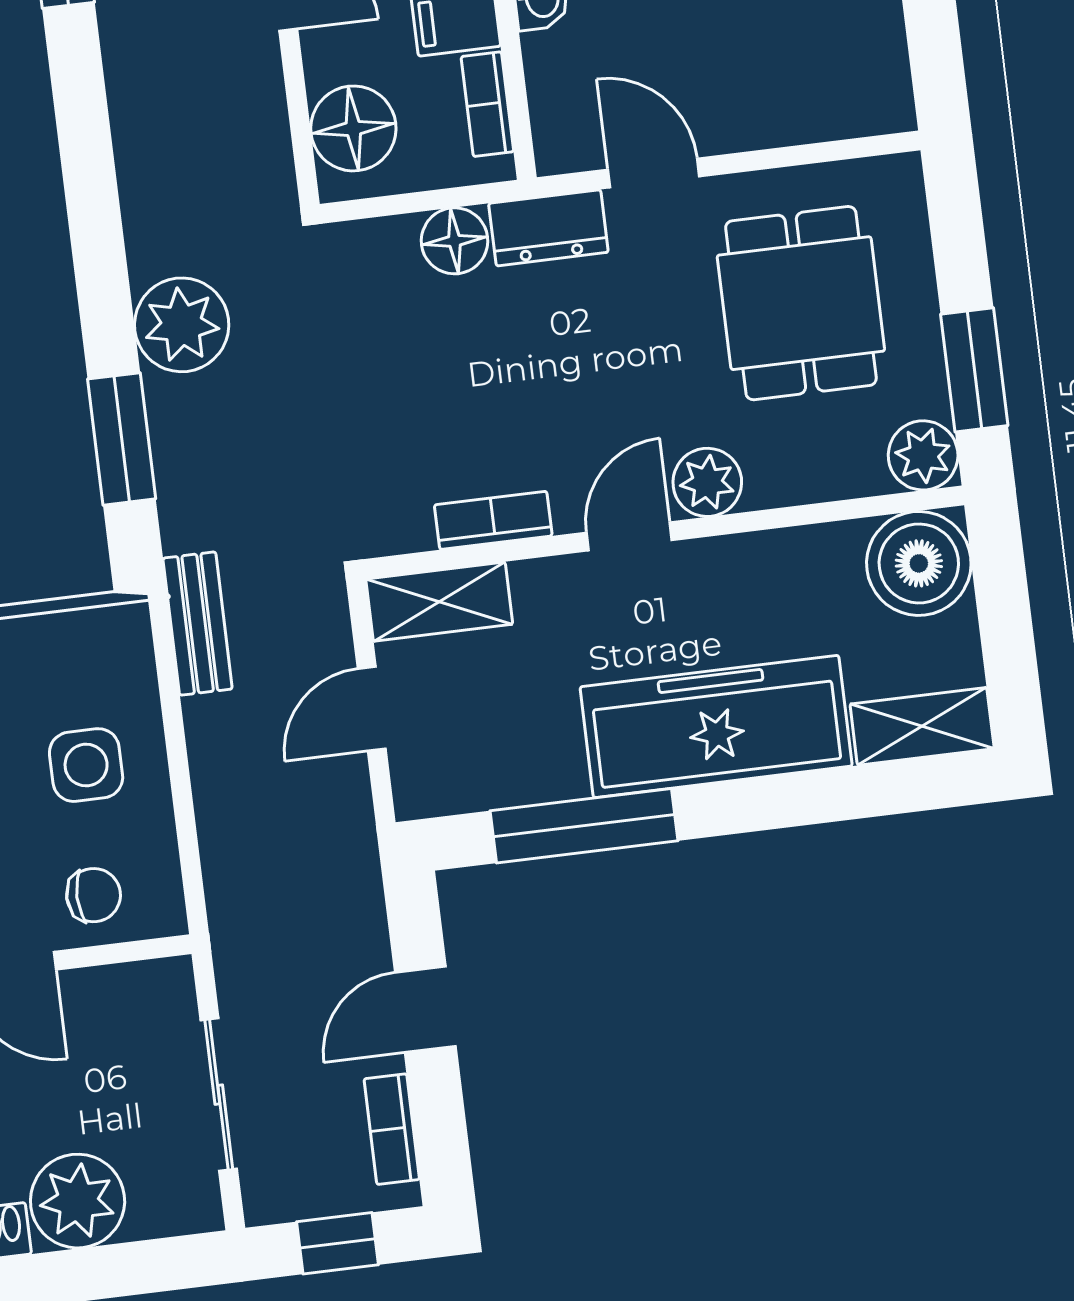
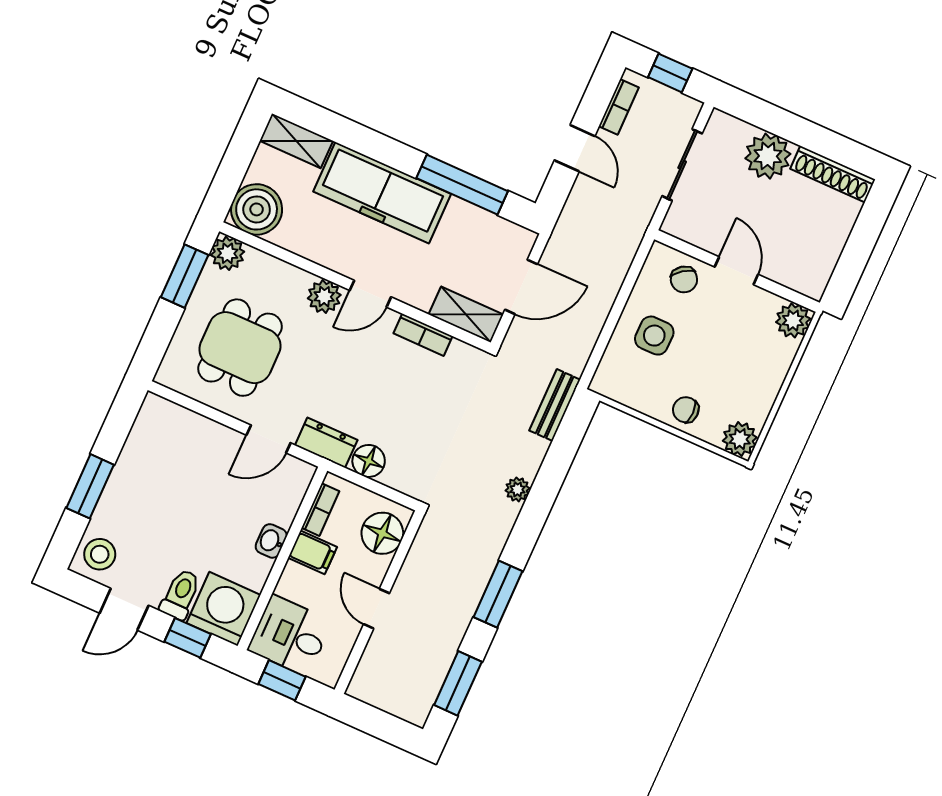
door: (654, 173) -> (269, 439), hinge flipped
plant: (182, 325) -> (518, 489), width x0.53, depth x0.53
window: (122, 439) -> (498, 594), moved
bench: (198, 624) -> (555, 405), moved
door: (372, 709) -> (521, 287), width x1.38
chair: (94, 895) -> (684, 279), turned -126
door: (425, 1009) -> (575, 148), hinge flipped

